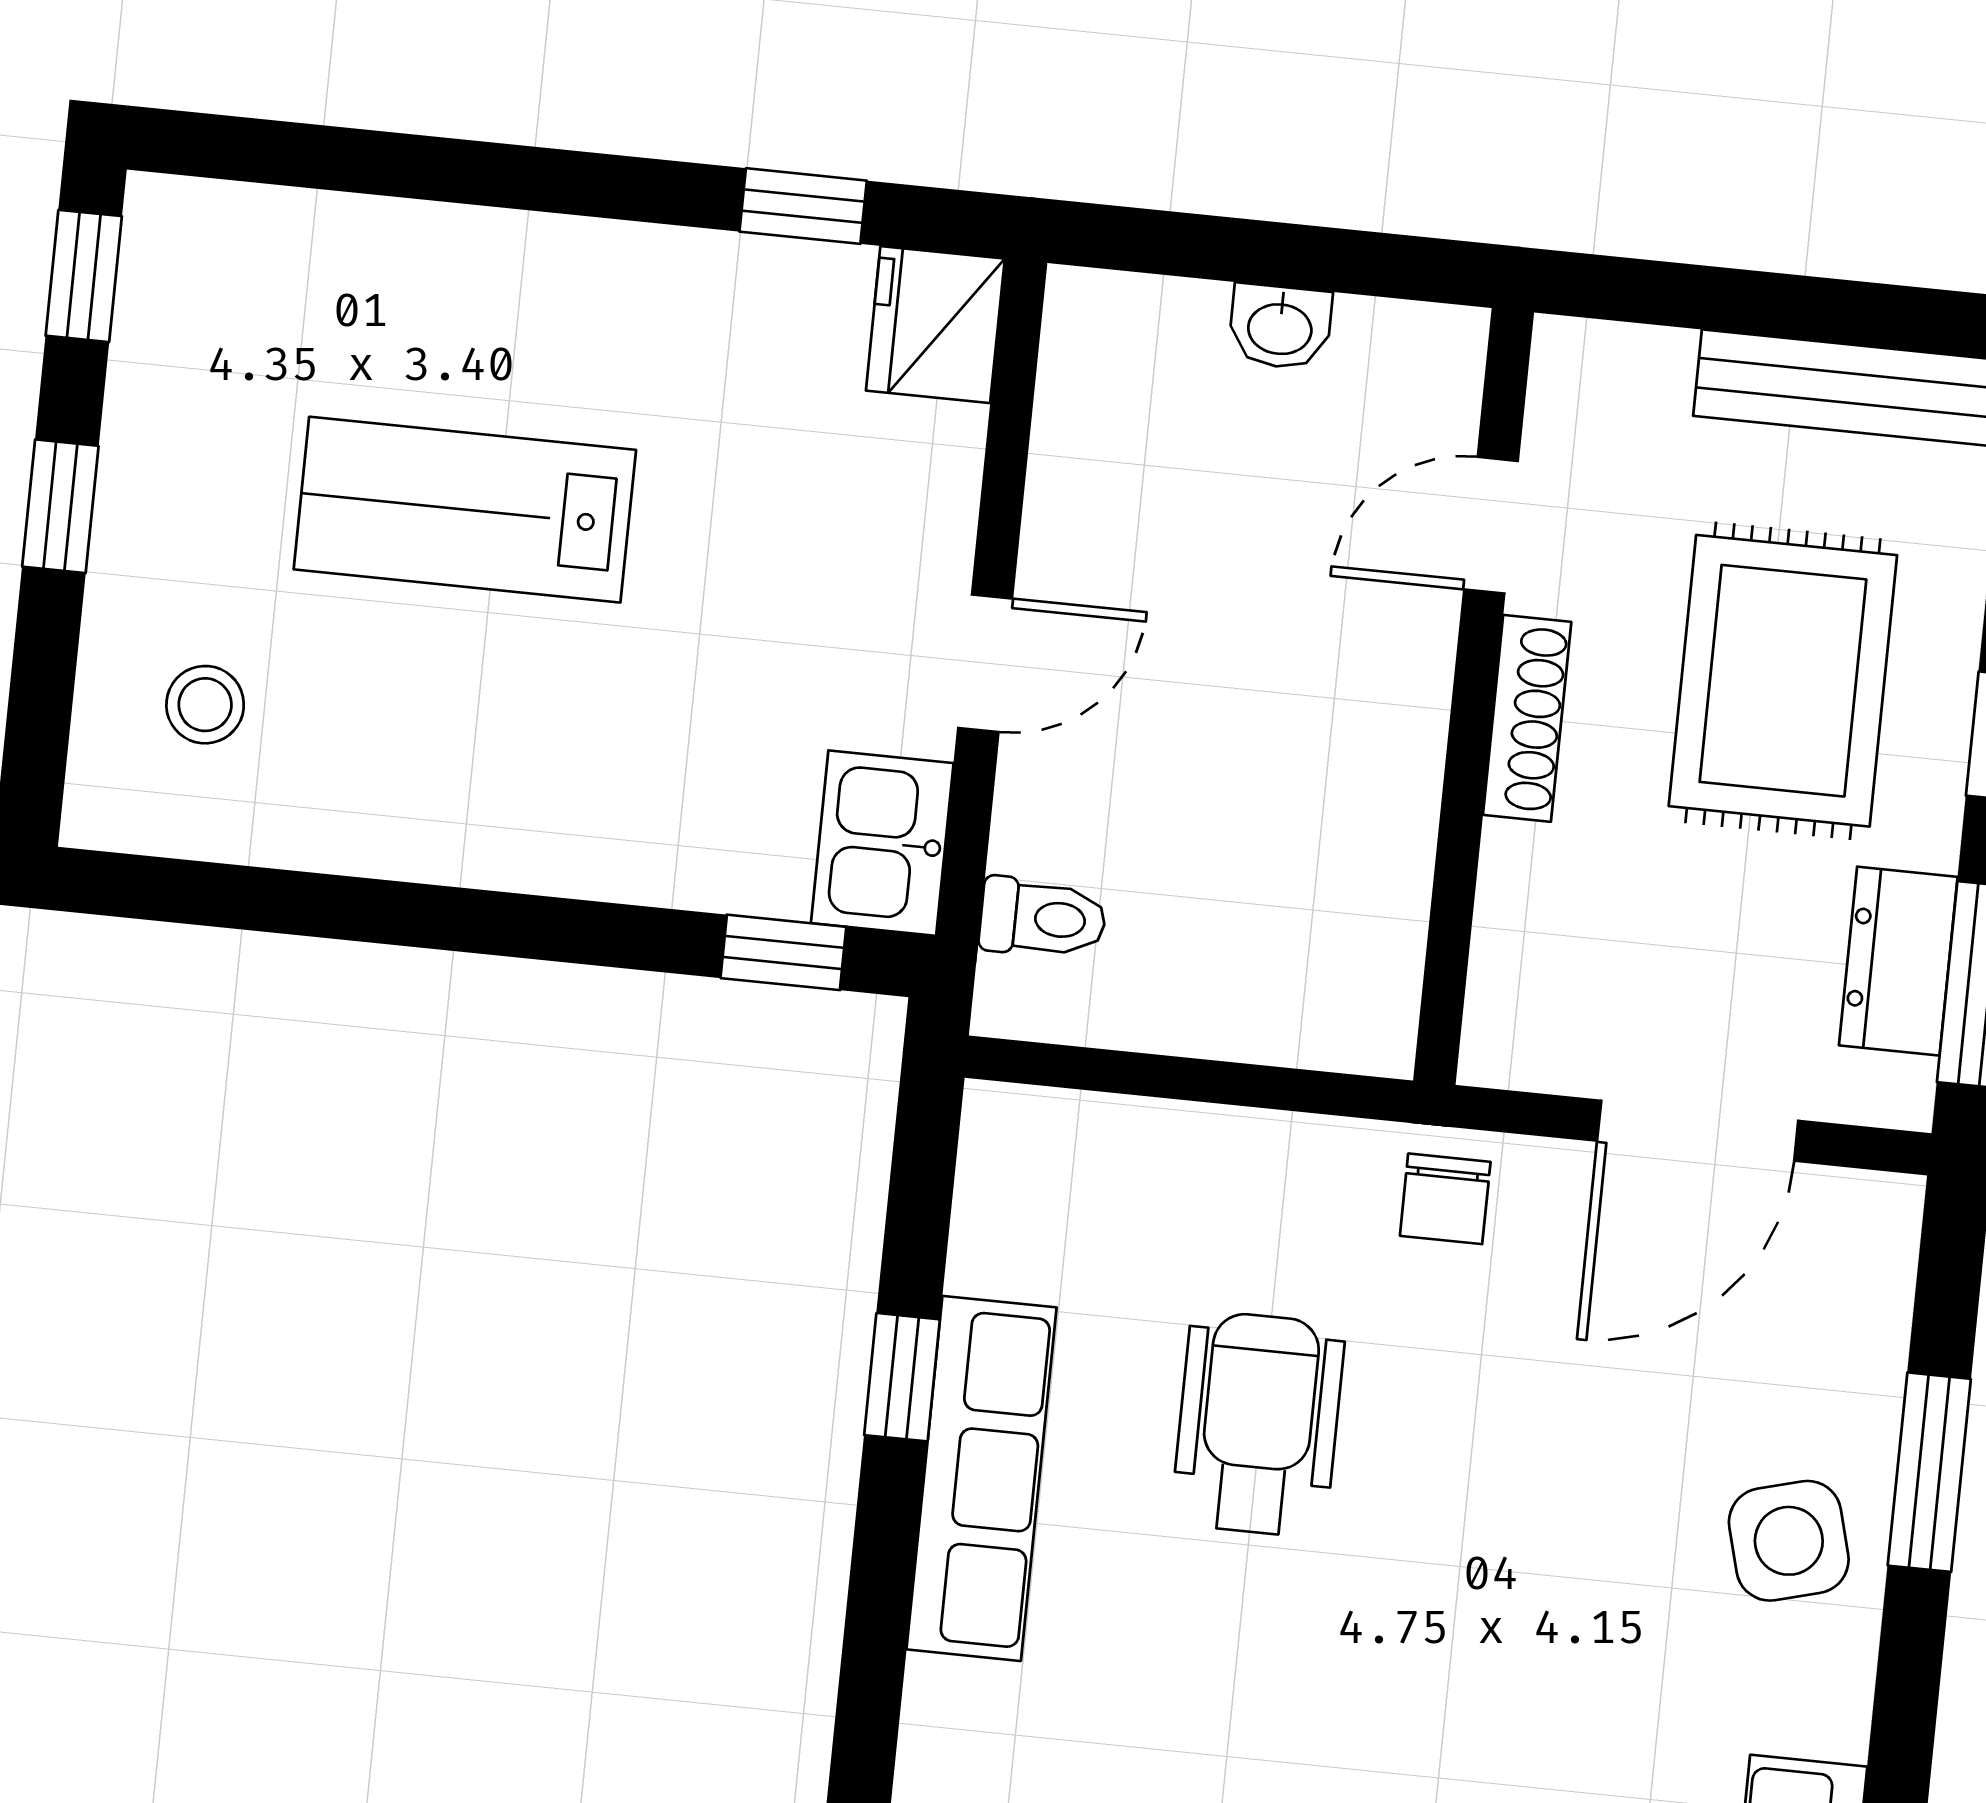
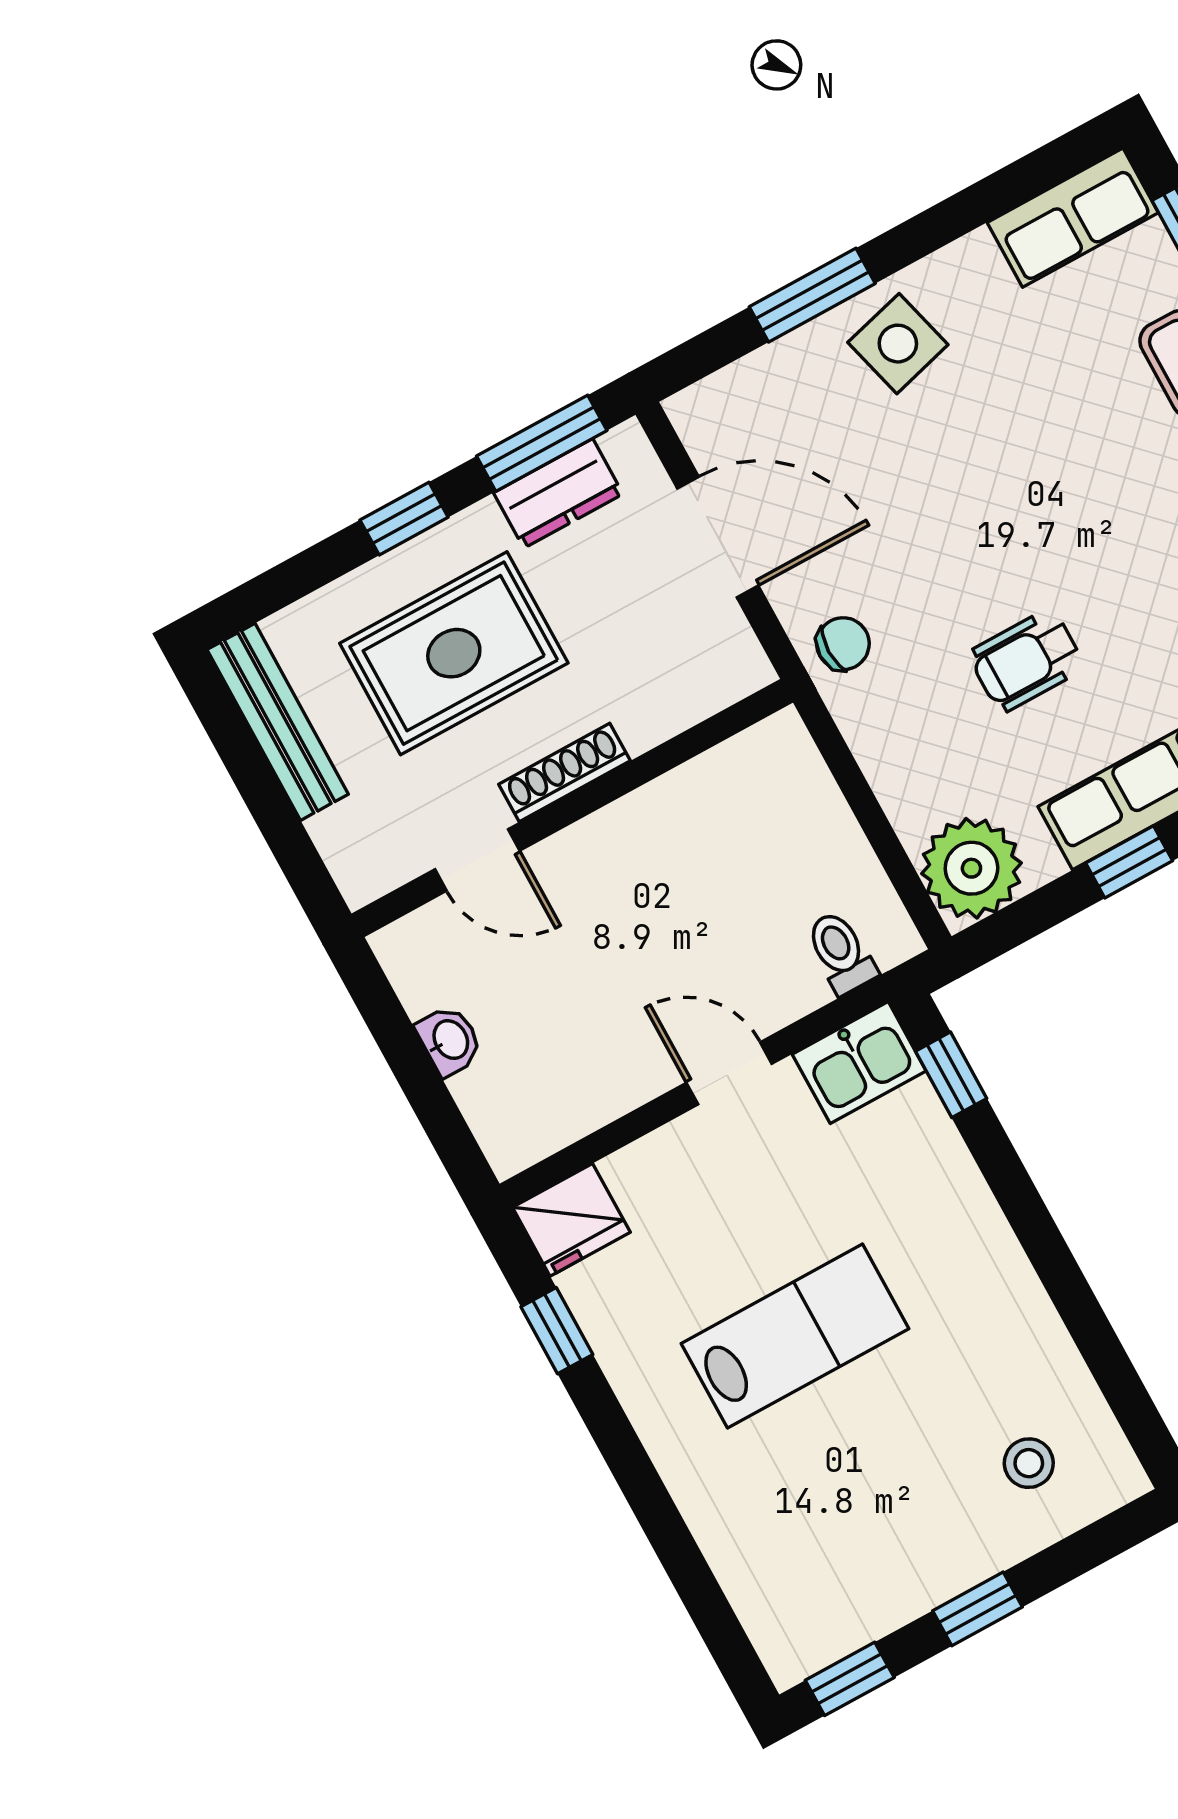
lab bench: (465, 510) -> (795, 1336), moved, turned -90
plant: (1036, 1165) -> (971, 868), added
wheelchair: (1258, 1424) -> (1026, 660), width x0.73, depth x0.73

